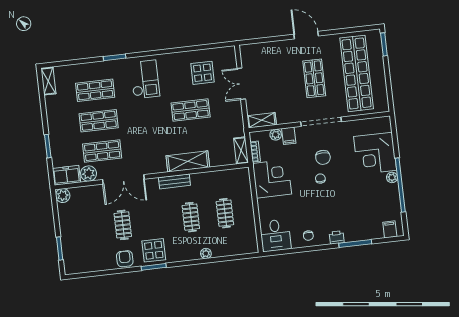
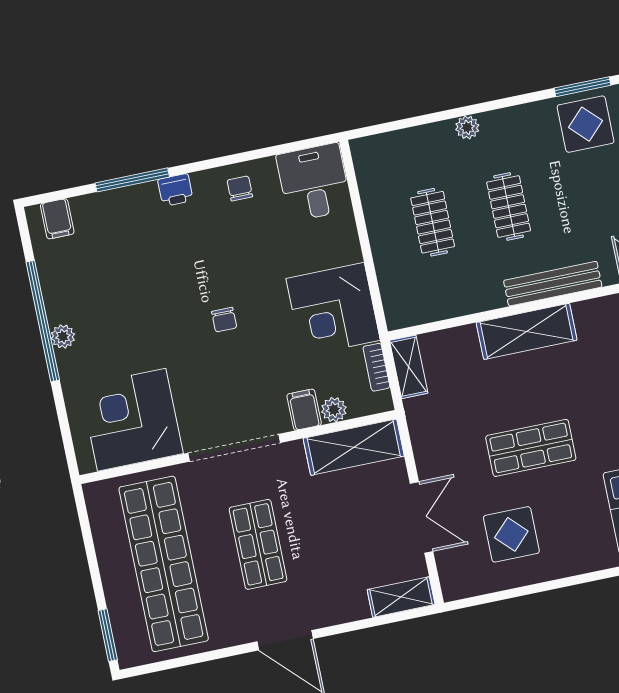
shelving: (253, 50) -> (401, 597), added
shelving: (262, 120) -> (354, 447), width x1.50, depth x1.33
corner desk: (375, 153) -> (132, 420), moved, turned -90
chair: (323, 157) -> (223, 368), removed
bench: (174, 181) -> (553, 284), width x1.36

